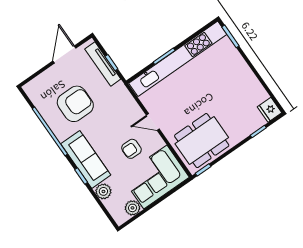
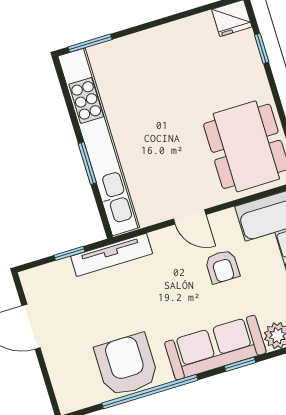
tv unit: (103, 64) -> (112, 255), moved
armchair: (75, 104) -> (127, 365), moved
door: (153, 122) -> (190, 217), hinge flipped

